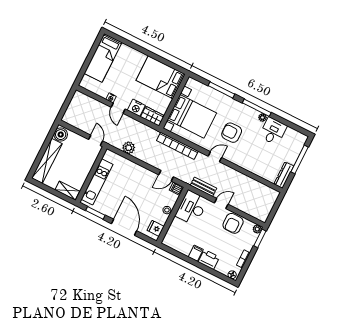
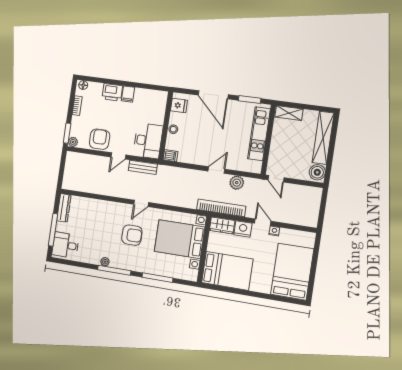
bed: (103, 58) -> (292, 272), width x1.50
desk: (273, 131) -> (66, 245), moved, turned 90
bookcase: (177, 146) -> (221, 208), moved
door: (166, 176) -> (216, 170), moved

